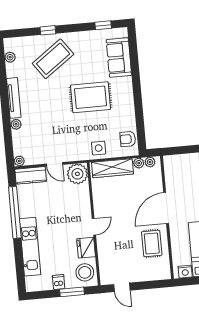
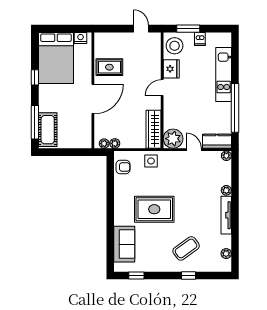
coffee table: (53, 59) -> (186, 248), width x0.73, depth x0.76
wardrobe: (112, 168) -> (153, 129), moved, turned -90
rug: (152, 243) -> (109, 67), turned 90

